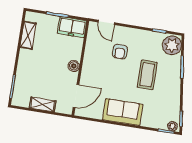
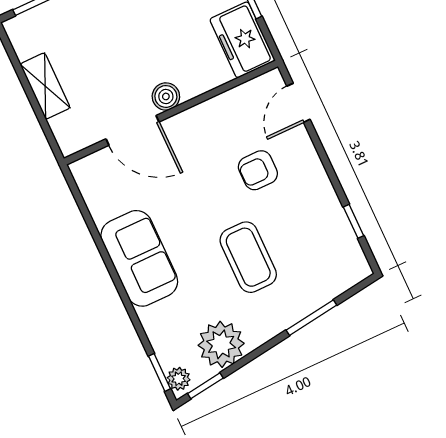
plant: (172, 45) -> (221, 344), moved
coffee table: (147, 75) -> (248, 257), turned 90
door: (76, 96) -> (133, 130), moved

